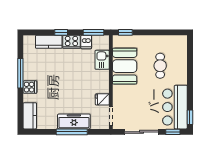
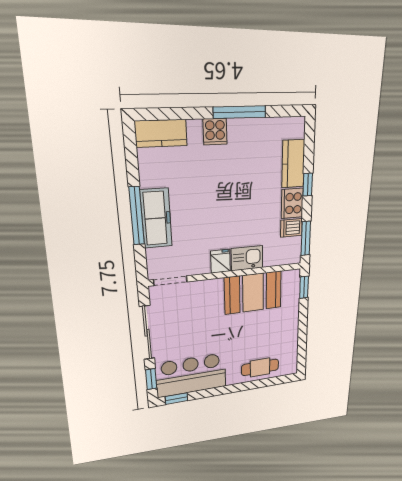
kitchen sink: (102, 60) -> (247, 258), moved
cafe table: (160, 66) -> (260, 367), moved
fridge: (102, 99) -> (220, 261), moved

